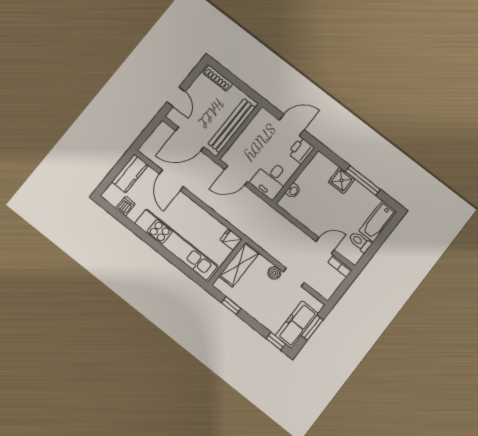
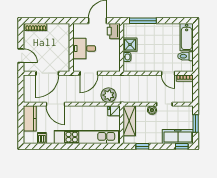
bench: (232, 125) -> (65, 47), removed
desk: (271, 179) -> (84, 48), moved, turned 90
window: (363, 180) -> (143, 21), moved
shower: (341, 181) -> (130, 45), moved
plant: (239, 217) -> (109, 95), added
door: (325, 246) -> (168, 73), swing flipped
freezer: (297, 325) -> (178, 137), moved, turned 90

